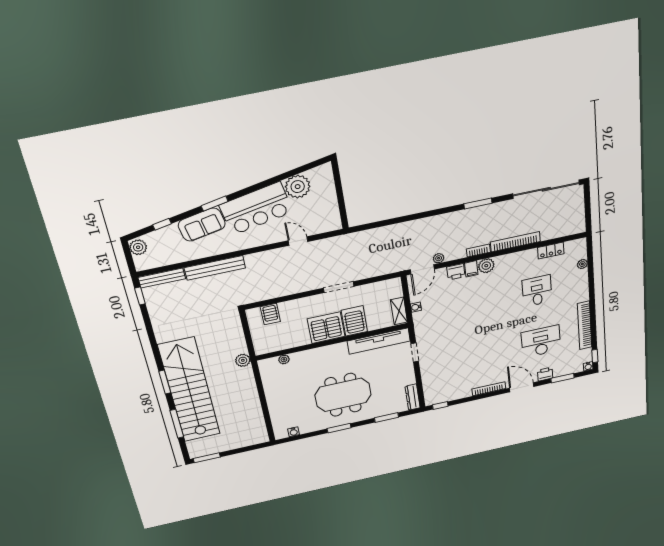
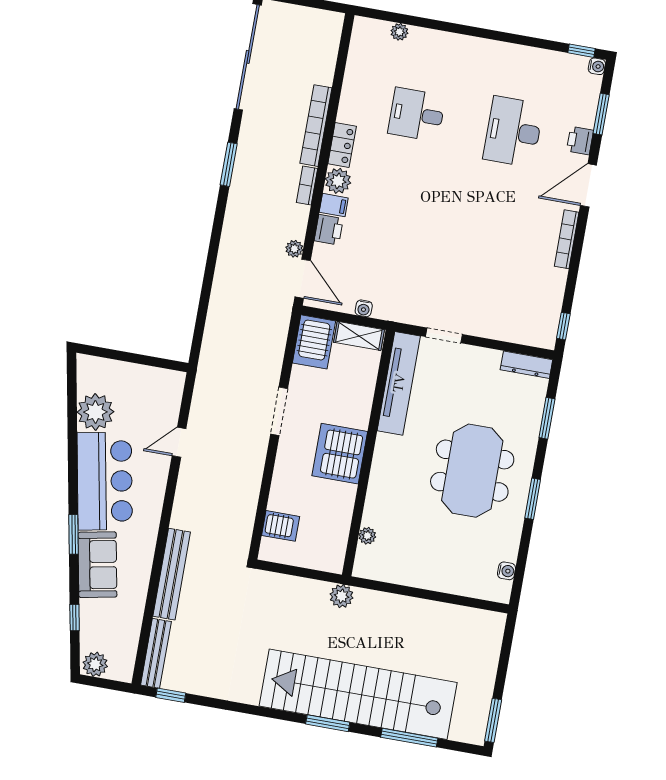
locker: (551, 251) -> (342, 145), moved
server rack: (354, 321) -> (314, 342), moved, turned -90
bookcase: (585, 325) -> (514, 54), removed

